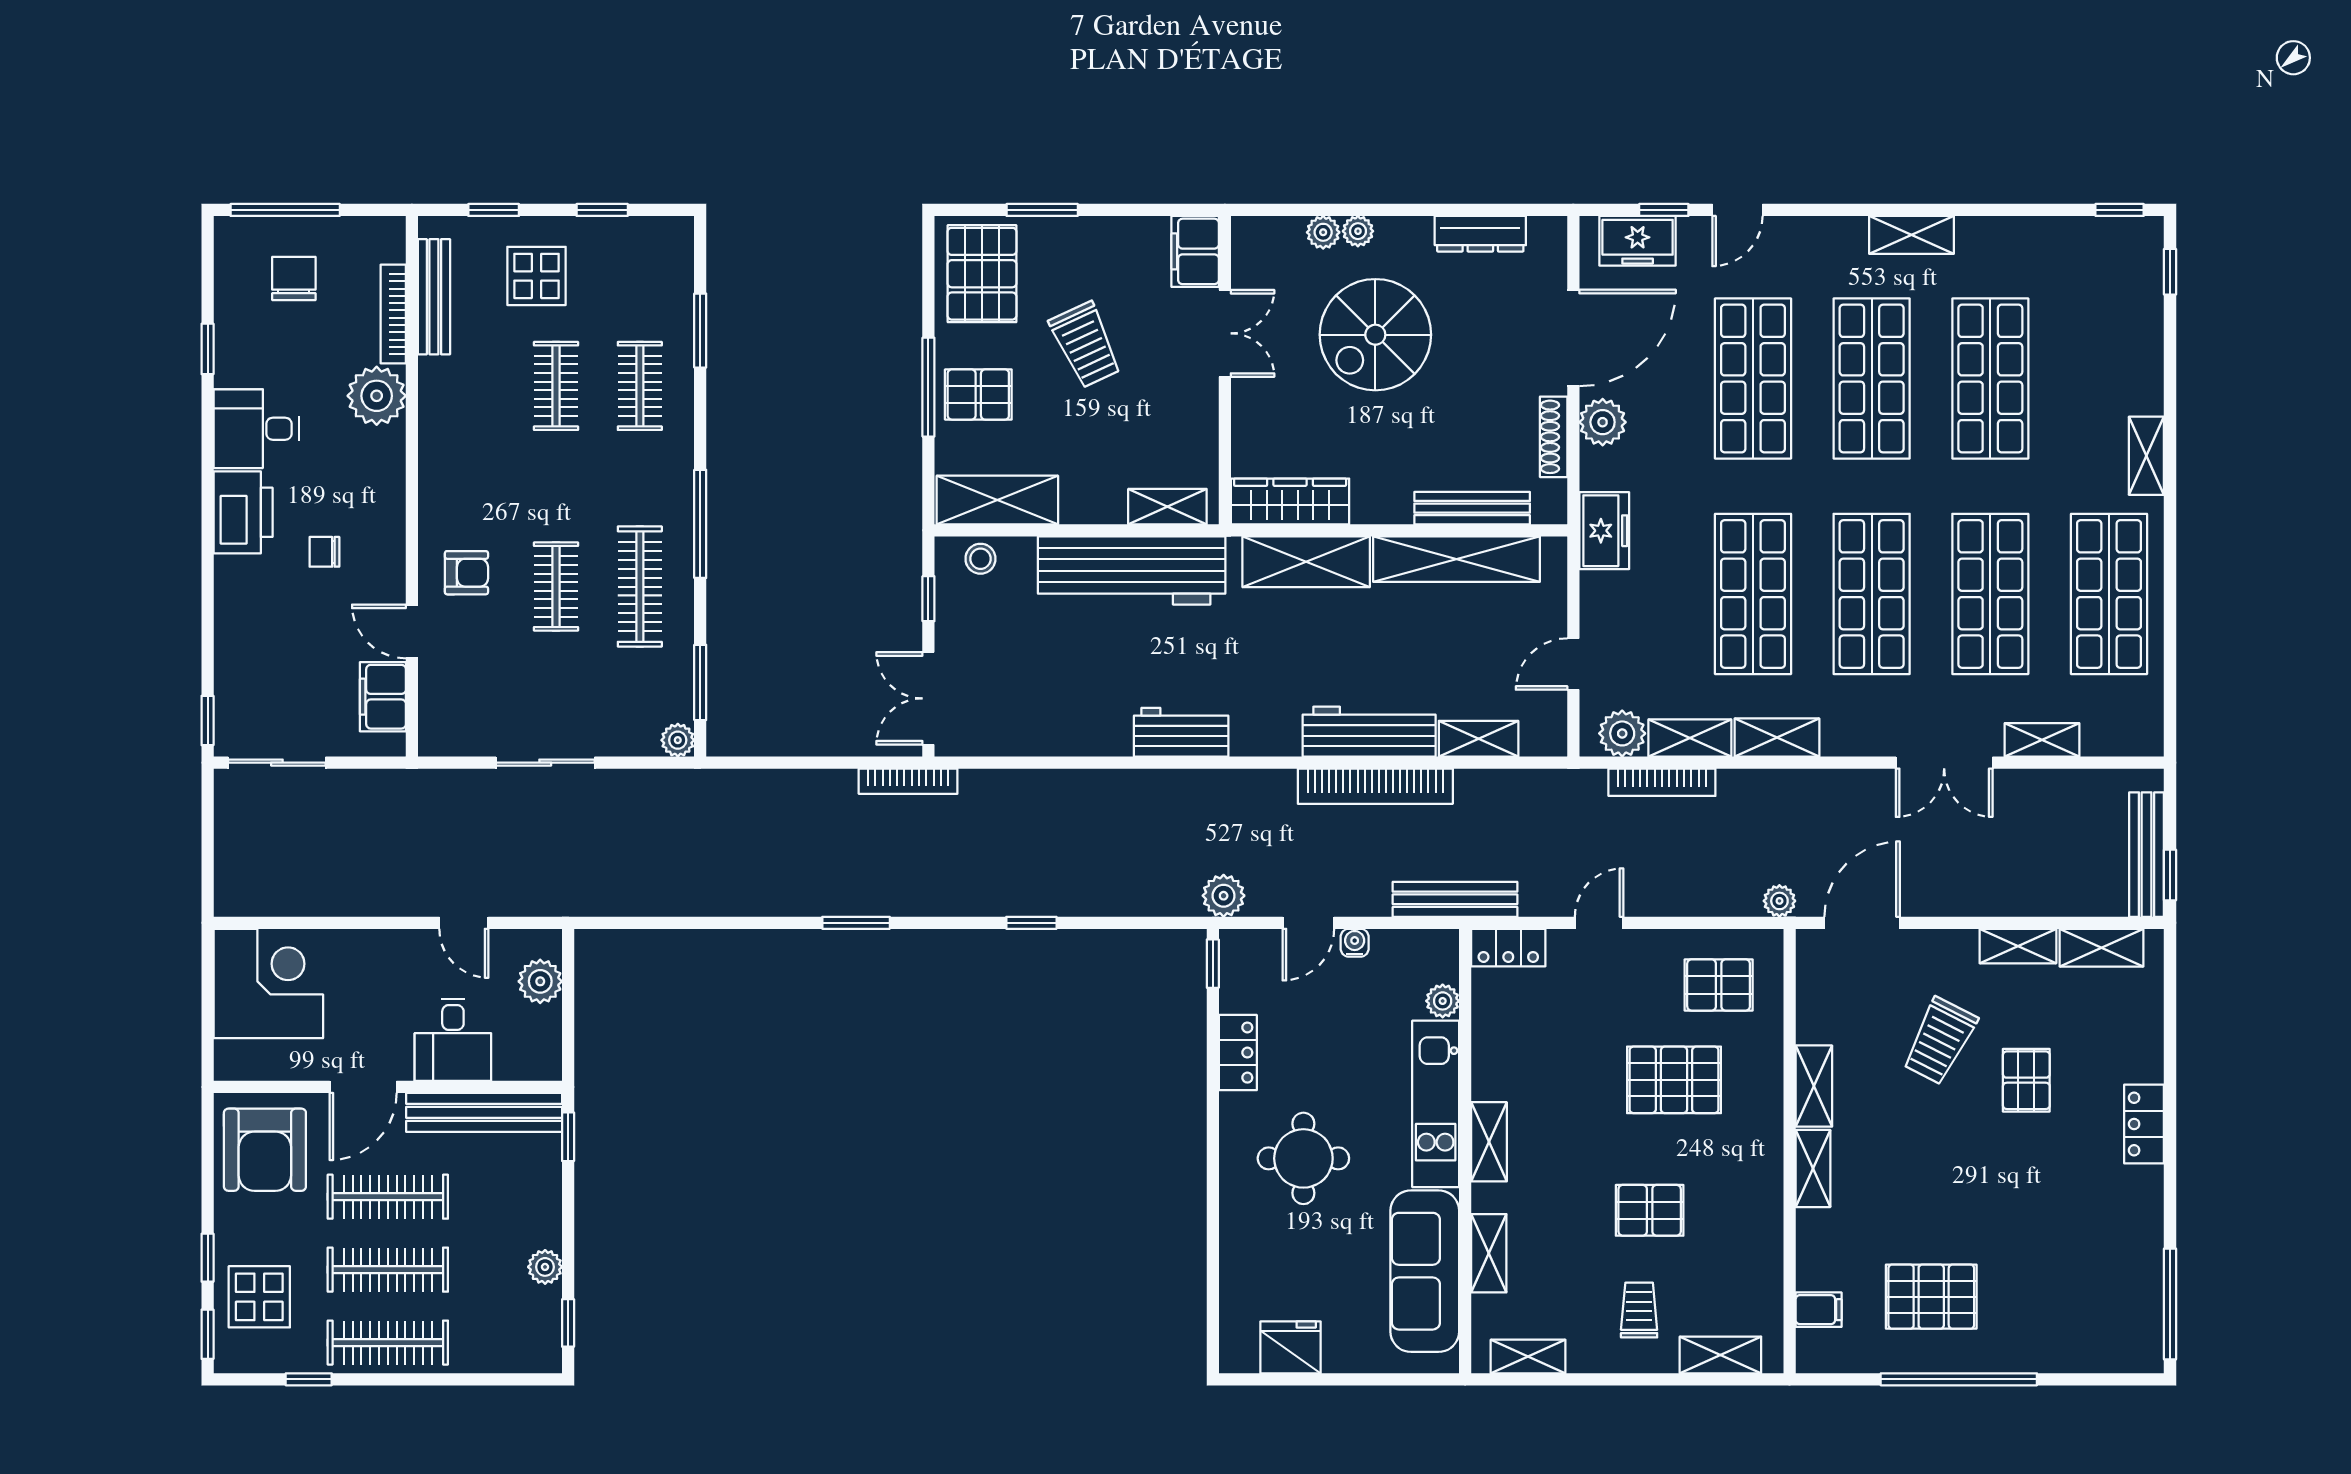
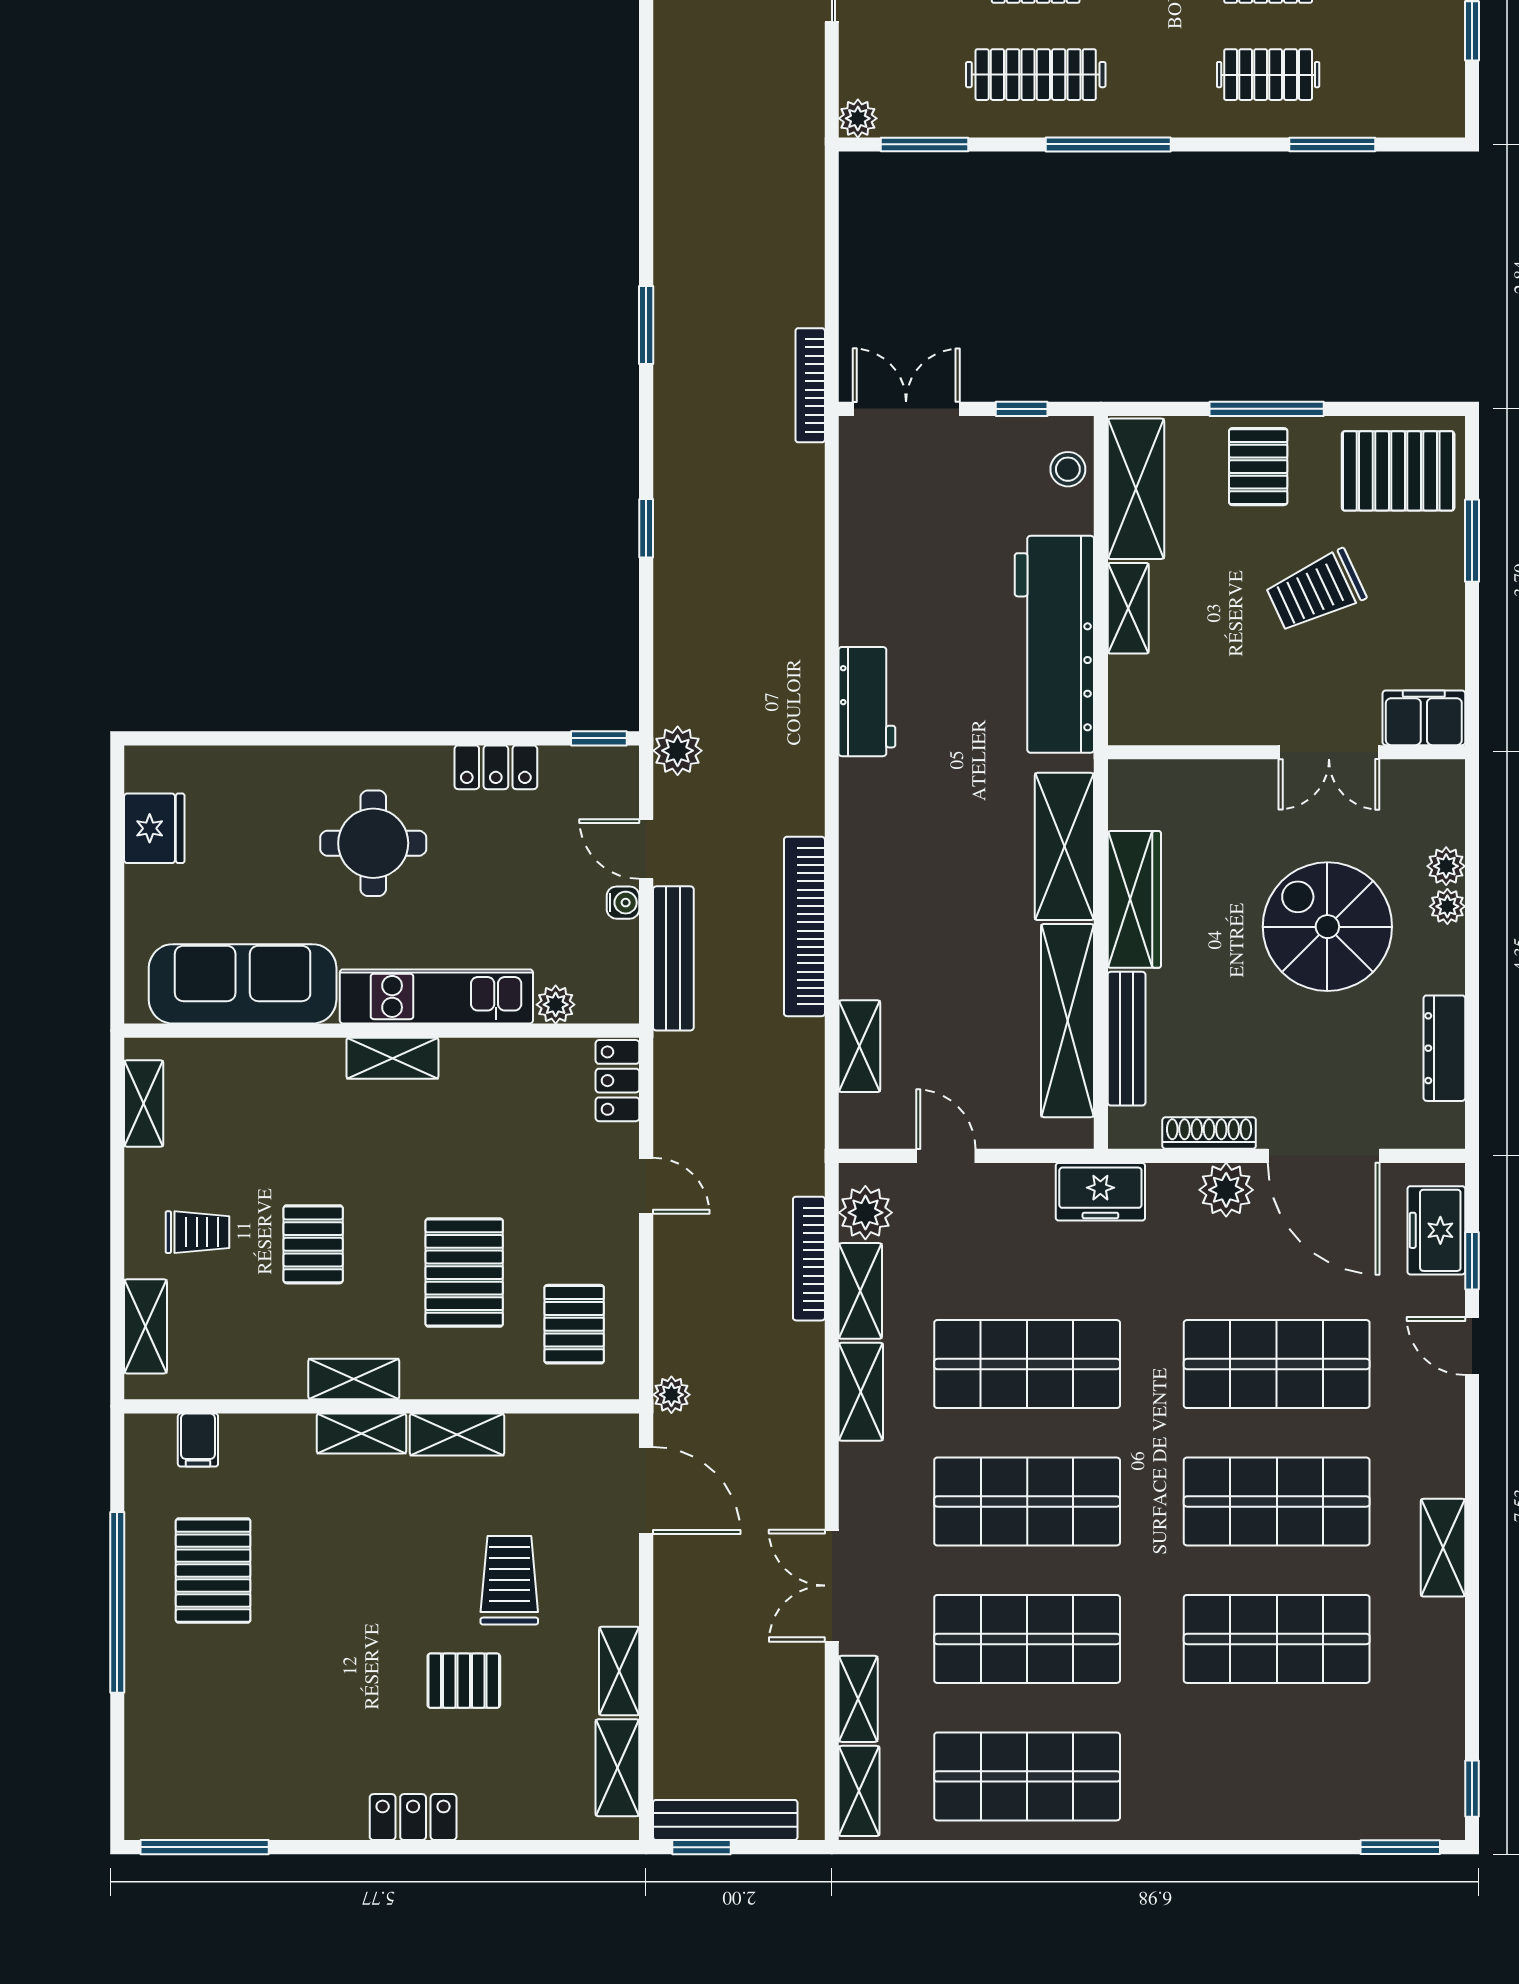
window: (2170, 272) -> (1400, 1847), width x1.50
shelving: (2146, 456) -> (859, 1791), moved, turned 90
wardrobe: (1290, 501) -> (1134, 899), moved
shelving: (1167, 507) -> (1128, 608), moved
workbench: (1369, 732) -> (868, 919), removed
bench: (1455, 899) -> (673, 958), moved
trolley: (1940, 1041) -> (509, 1580), turned 63
shelving: (1489, 1253) -> (354, 1379), moved

